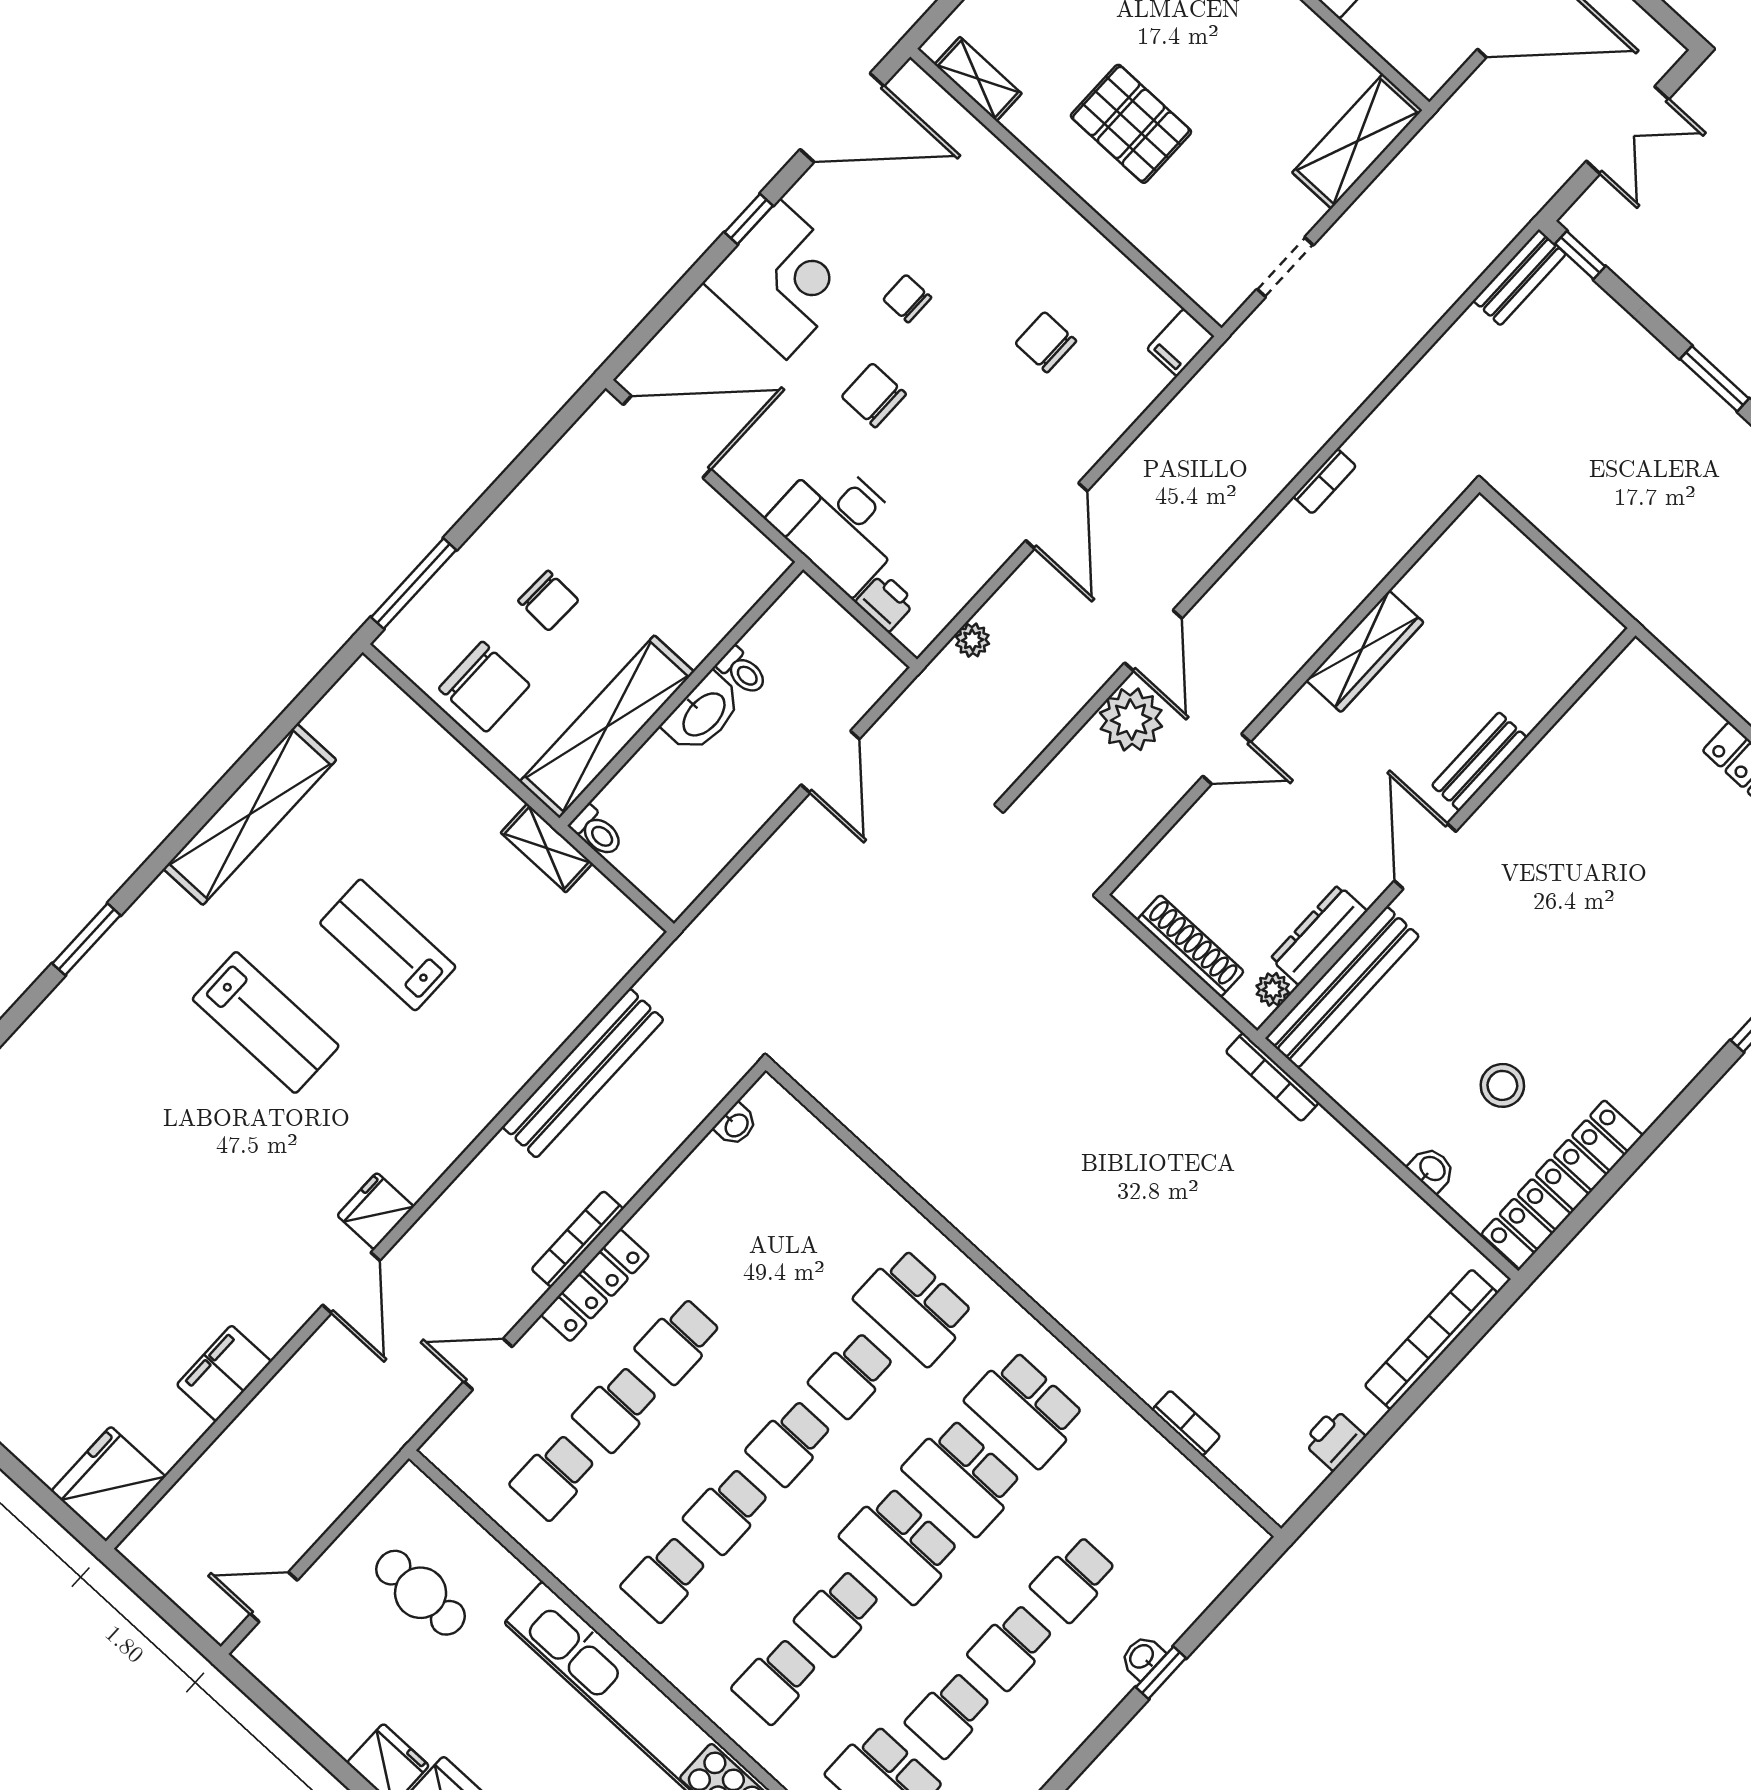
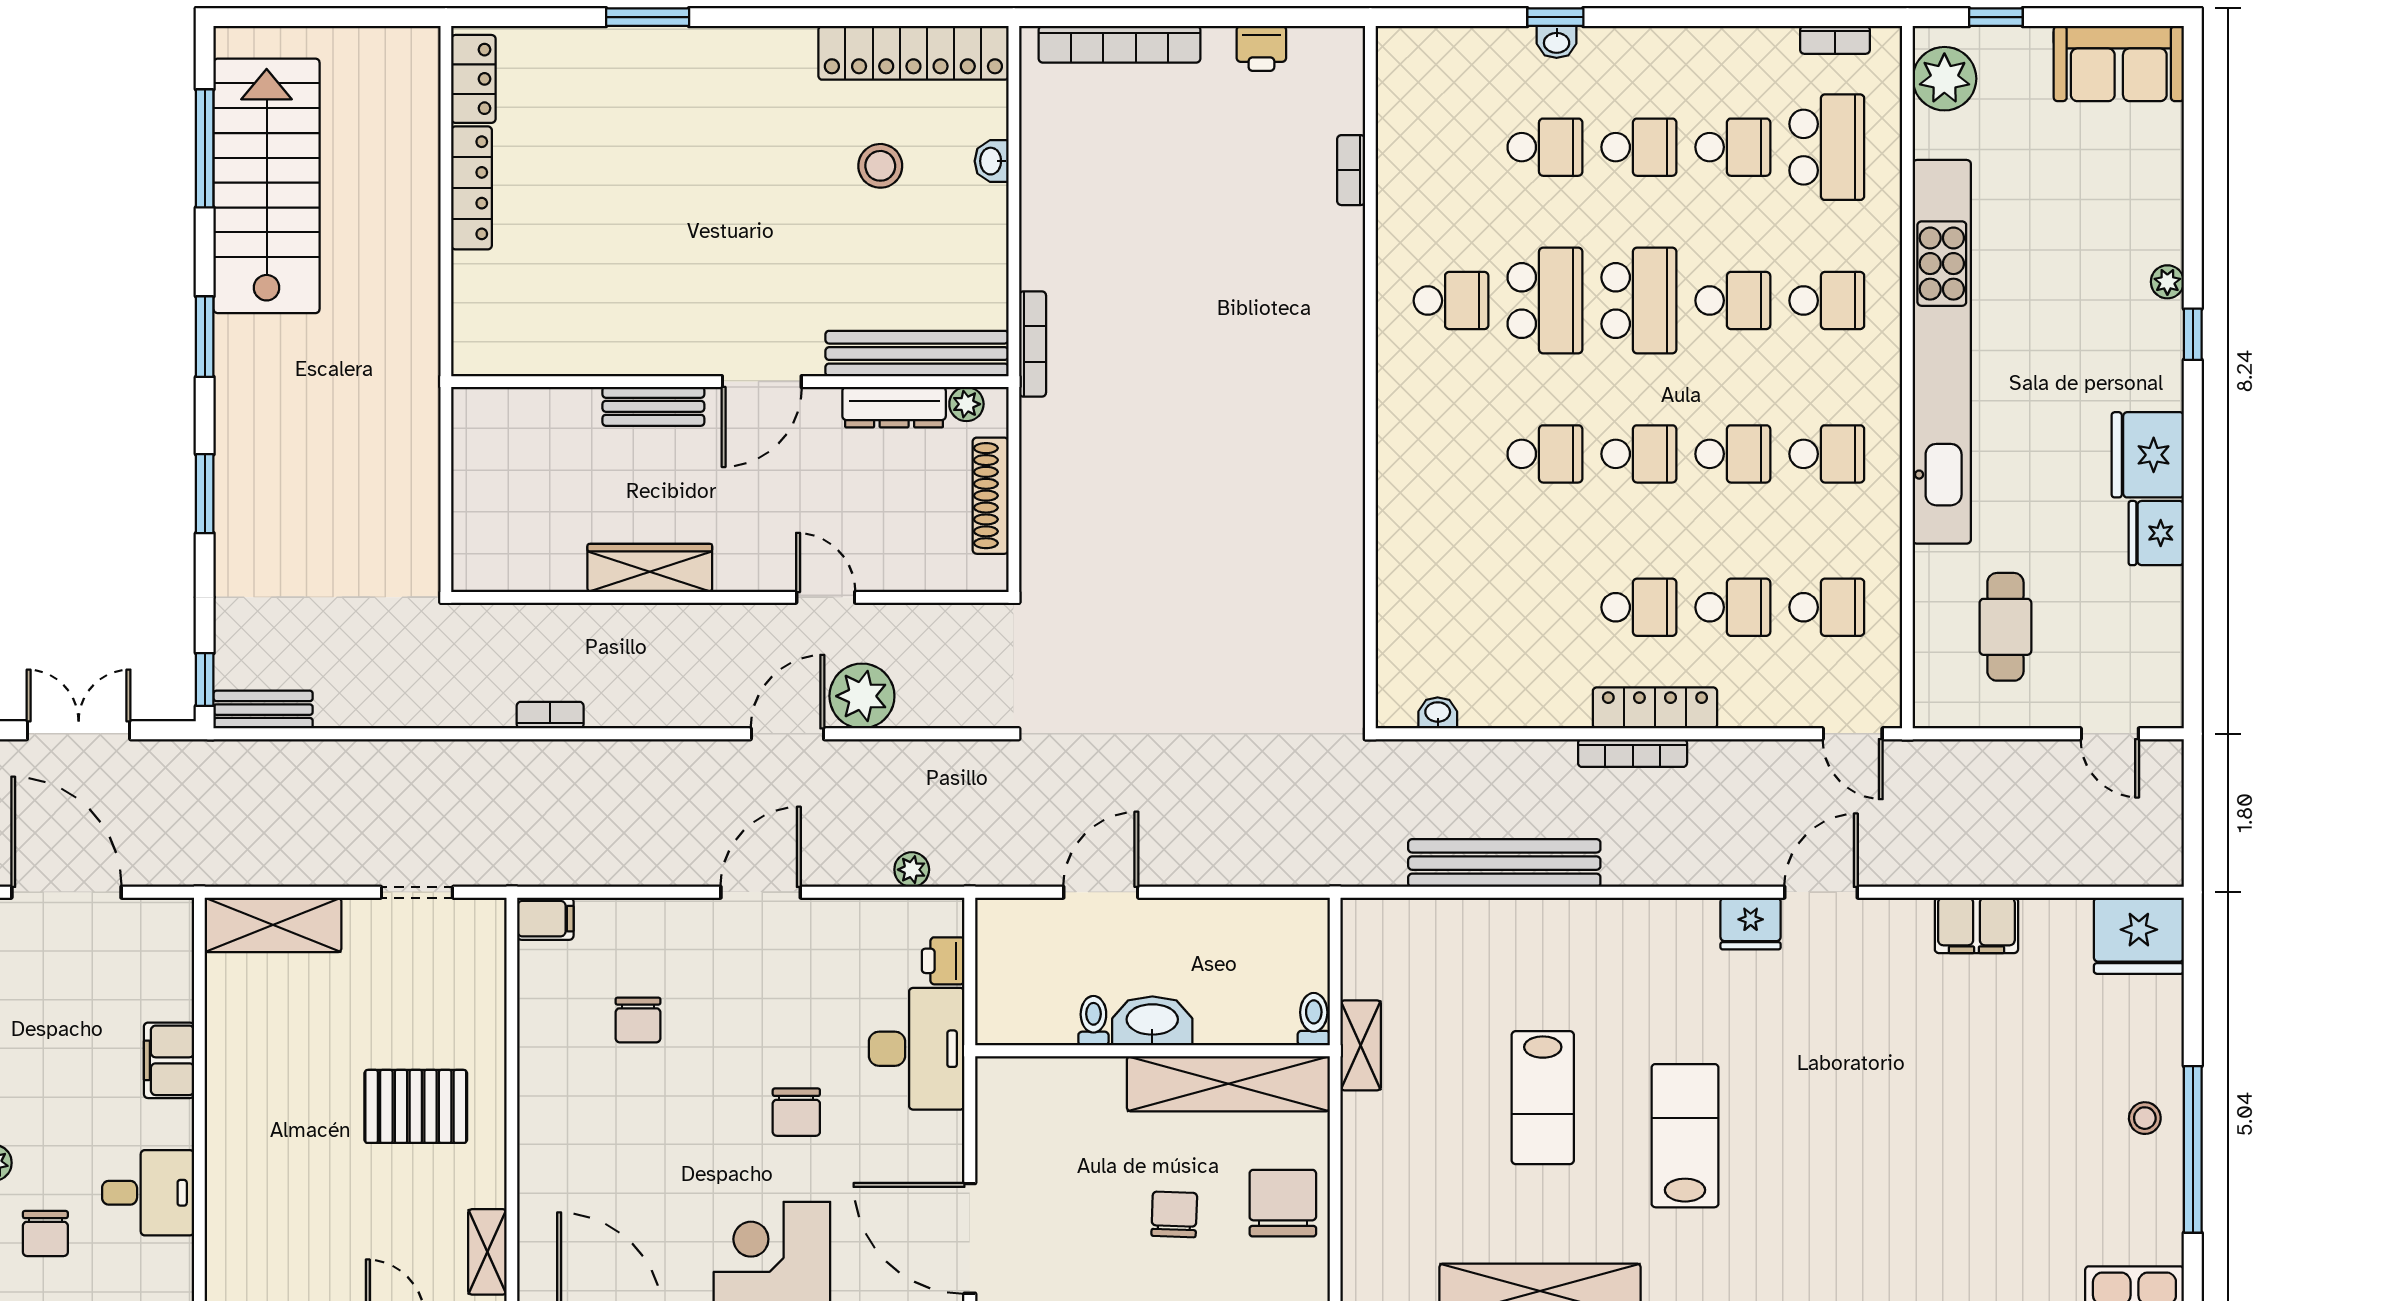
pallet: (1131, 124) -> (416, 1106), turned 90
chair: (907, 298) -> (701, 1154), removed
school desk: (914, 1307) -> (1451, 454), removed
door: (488, 1364) -> (1853, 734), moved
school desk: (1025, 1409) -> (1451, 301), width x0.54

